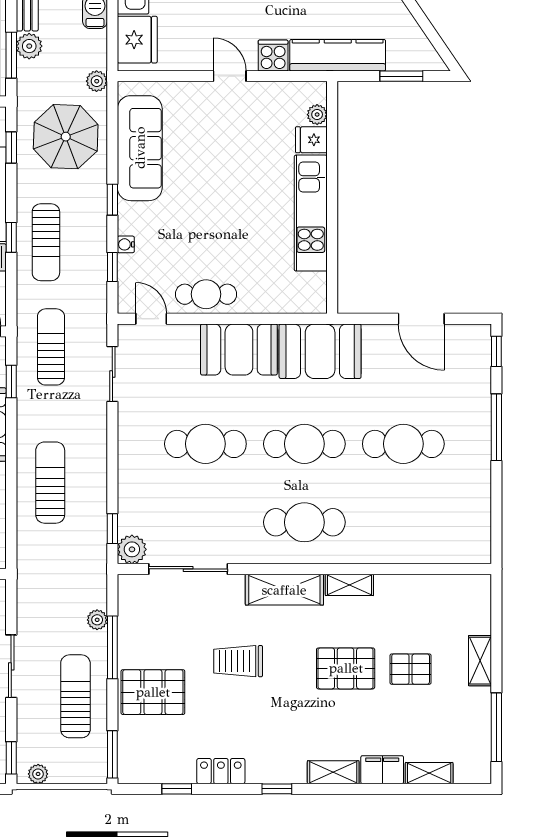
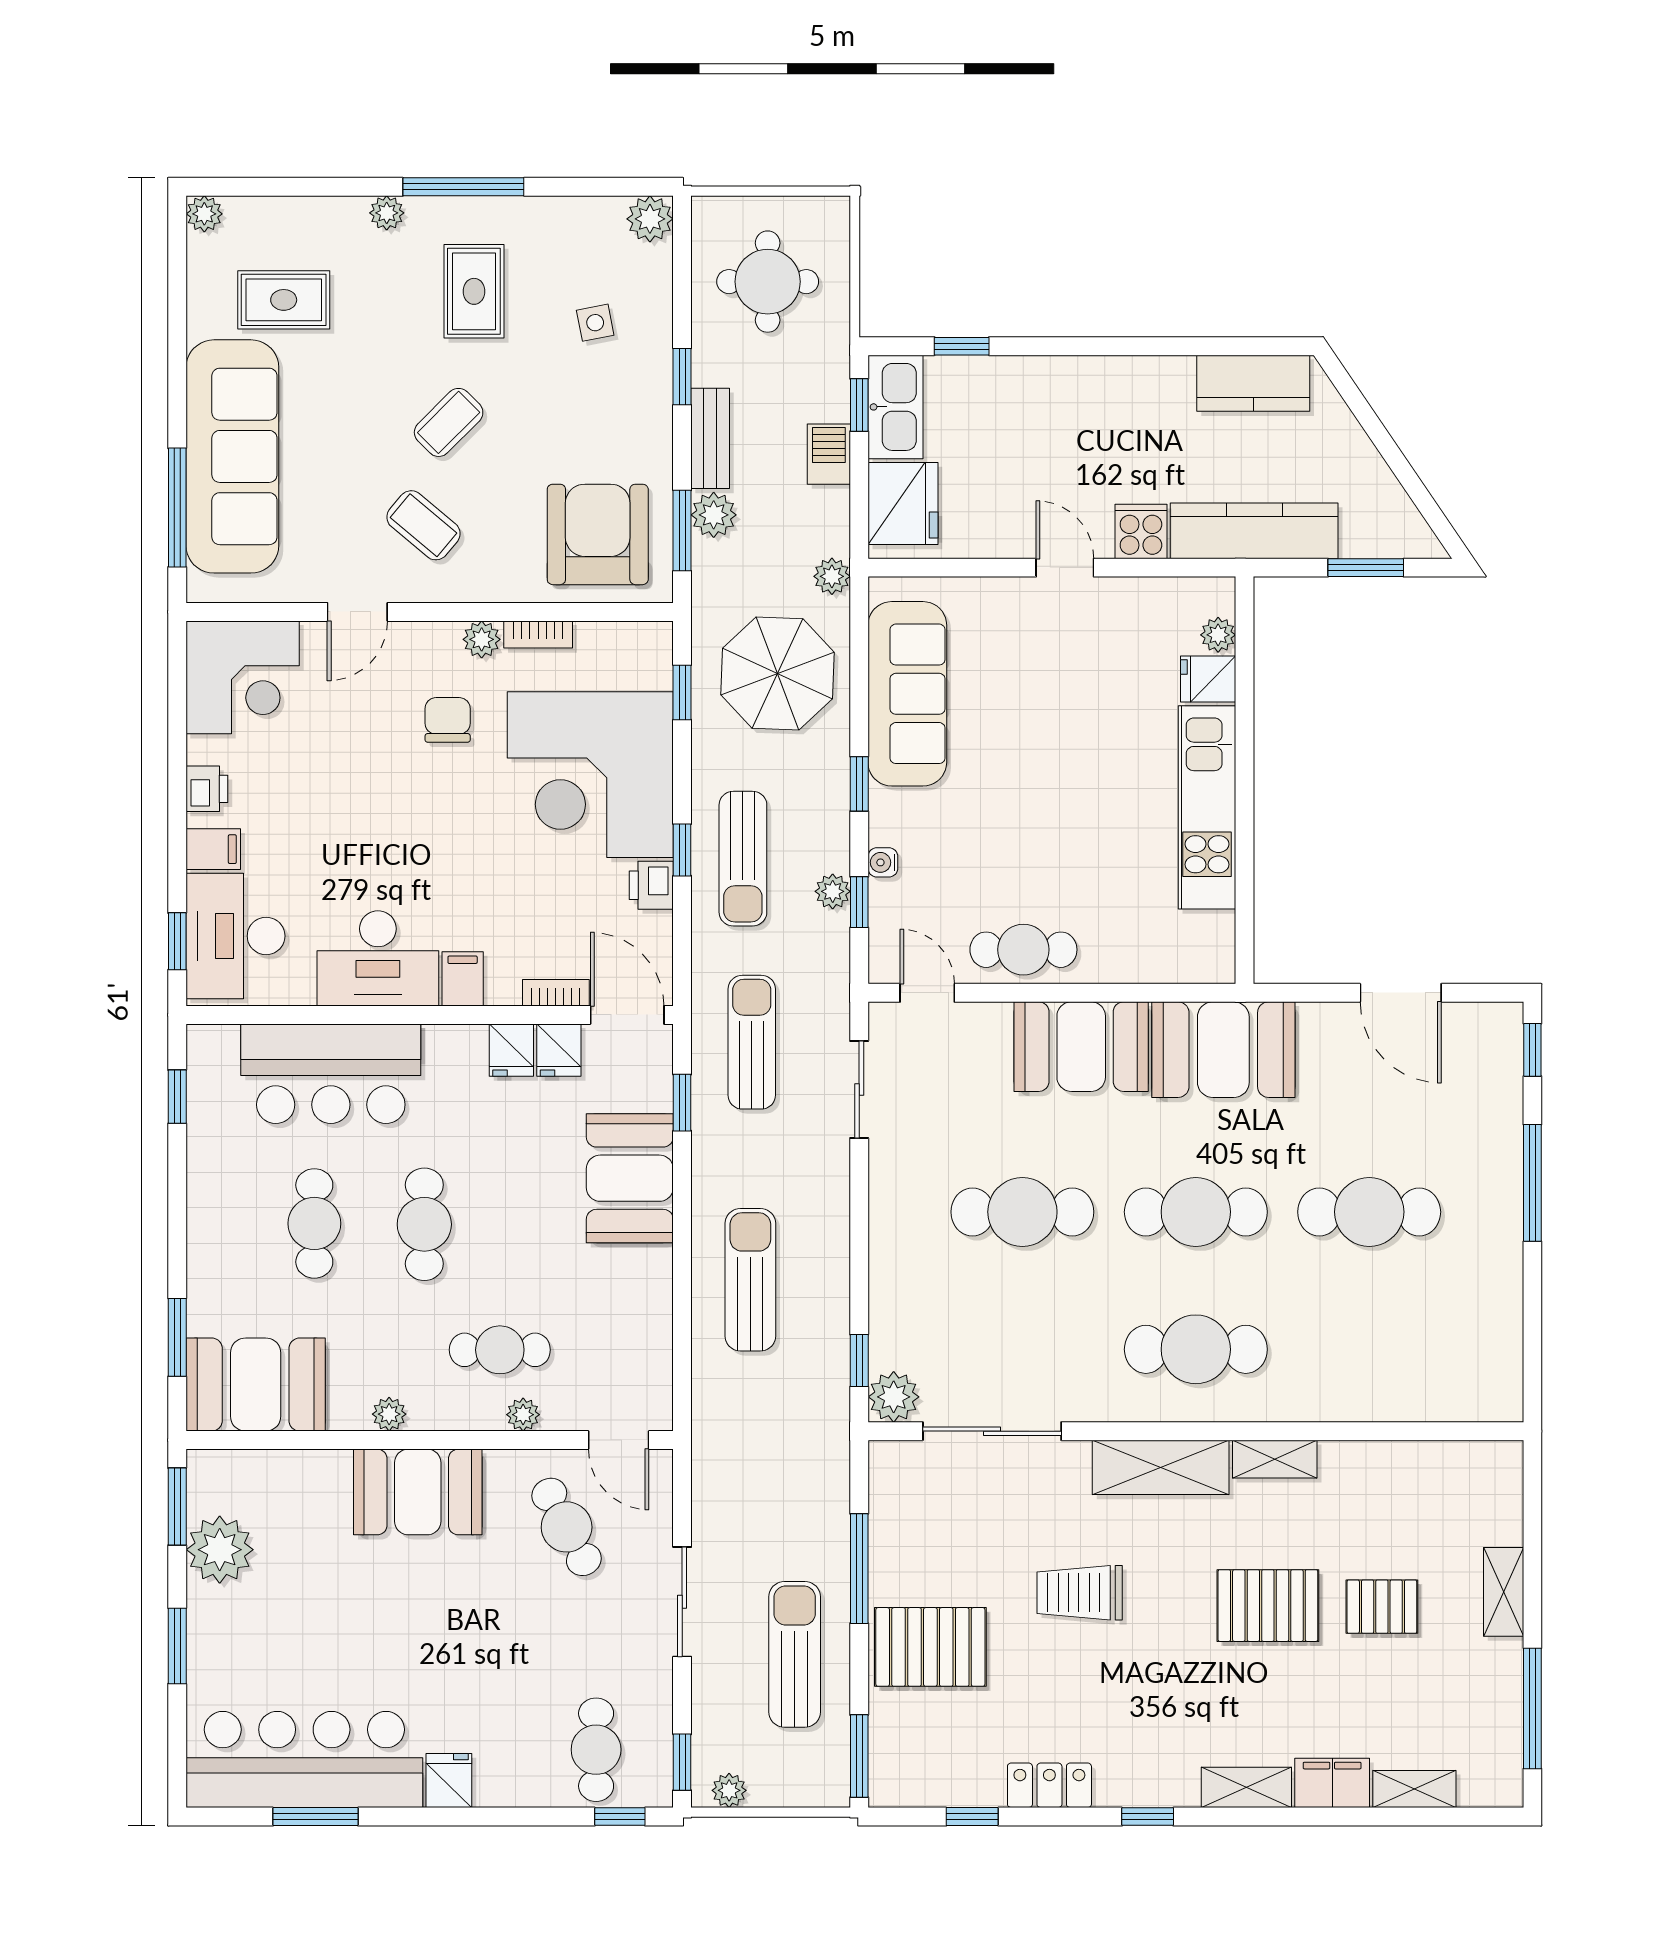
plant: (97, 620) -> (833, 891), moved

